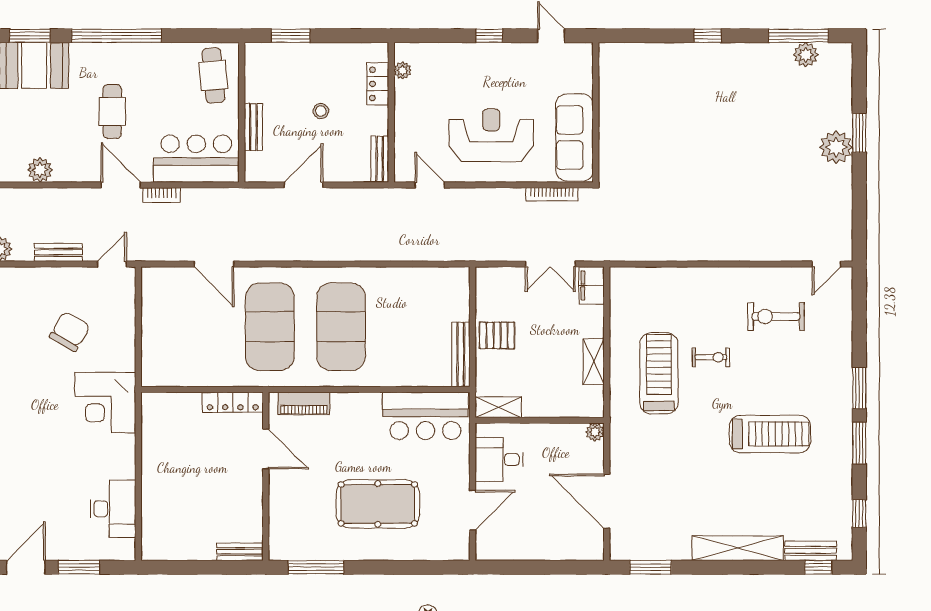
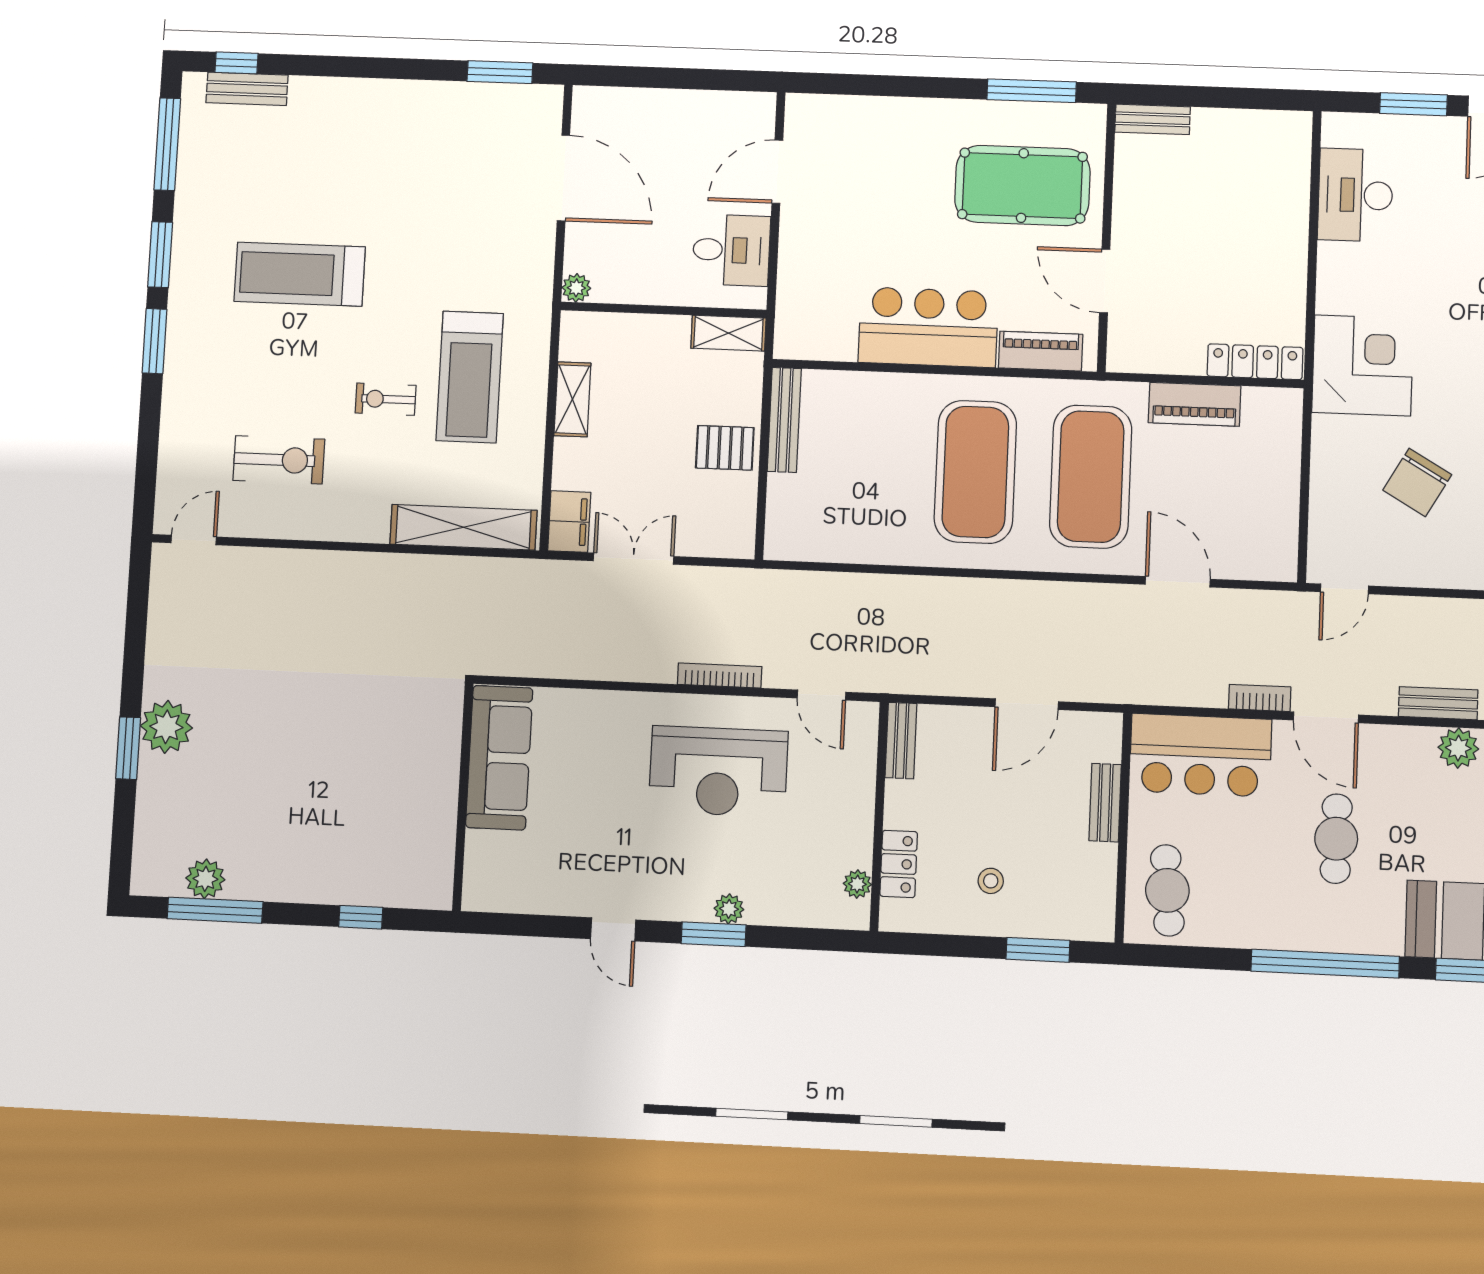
window: (489, 36) -> (714, 934), width x1.50
plant: (481, 52) -> (729, 909), added
stool: (321, 111) -> (991, 881), moved
wall: (596, 112) -> (463, 797), moved
sofa: (574, 138) -> (499, 758), moved
bookcase: (552, 194) -> (720, 675), moved
bench: (58, 252) -> (1438, 703), moved
piano: (208, 374) -> (1195, 404), added
locker: (233, 402) -> (1255, 362), moved
bar counter: (425, 416) -> (928, 327), moved
pool table: (378, 504) -> (1022, 186), moved
window: (859, 513) -> (167, 144), width x2.17
shelving: (738, 548) -> (463, 527), moved

